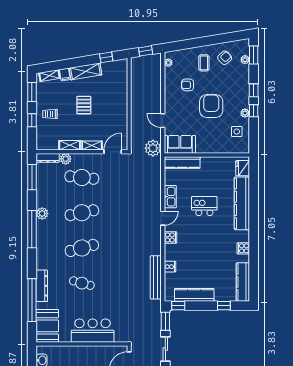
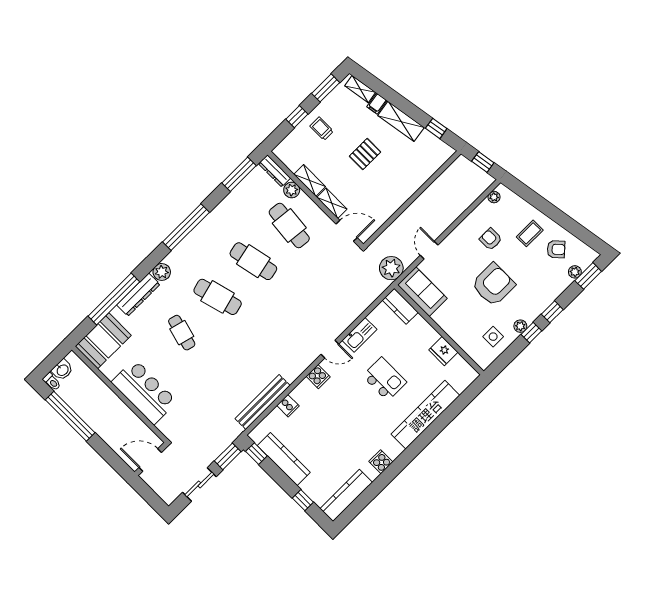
kitchen counter: (182, 162) -> (400, 306), width x0.67
fridge: (243, 168) -> (443, 351), moved, turned -90
plant: (42, 213) -> (162, 272), moved

